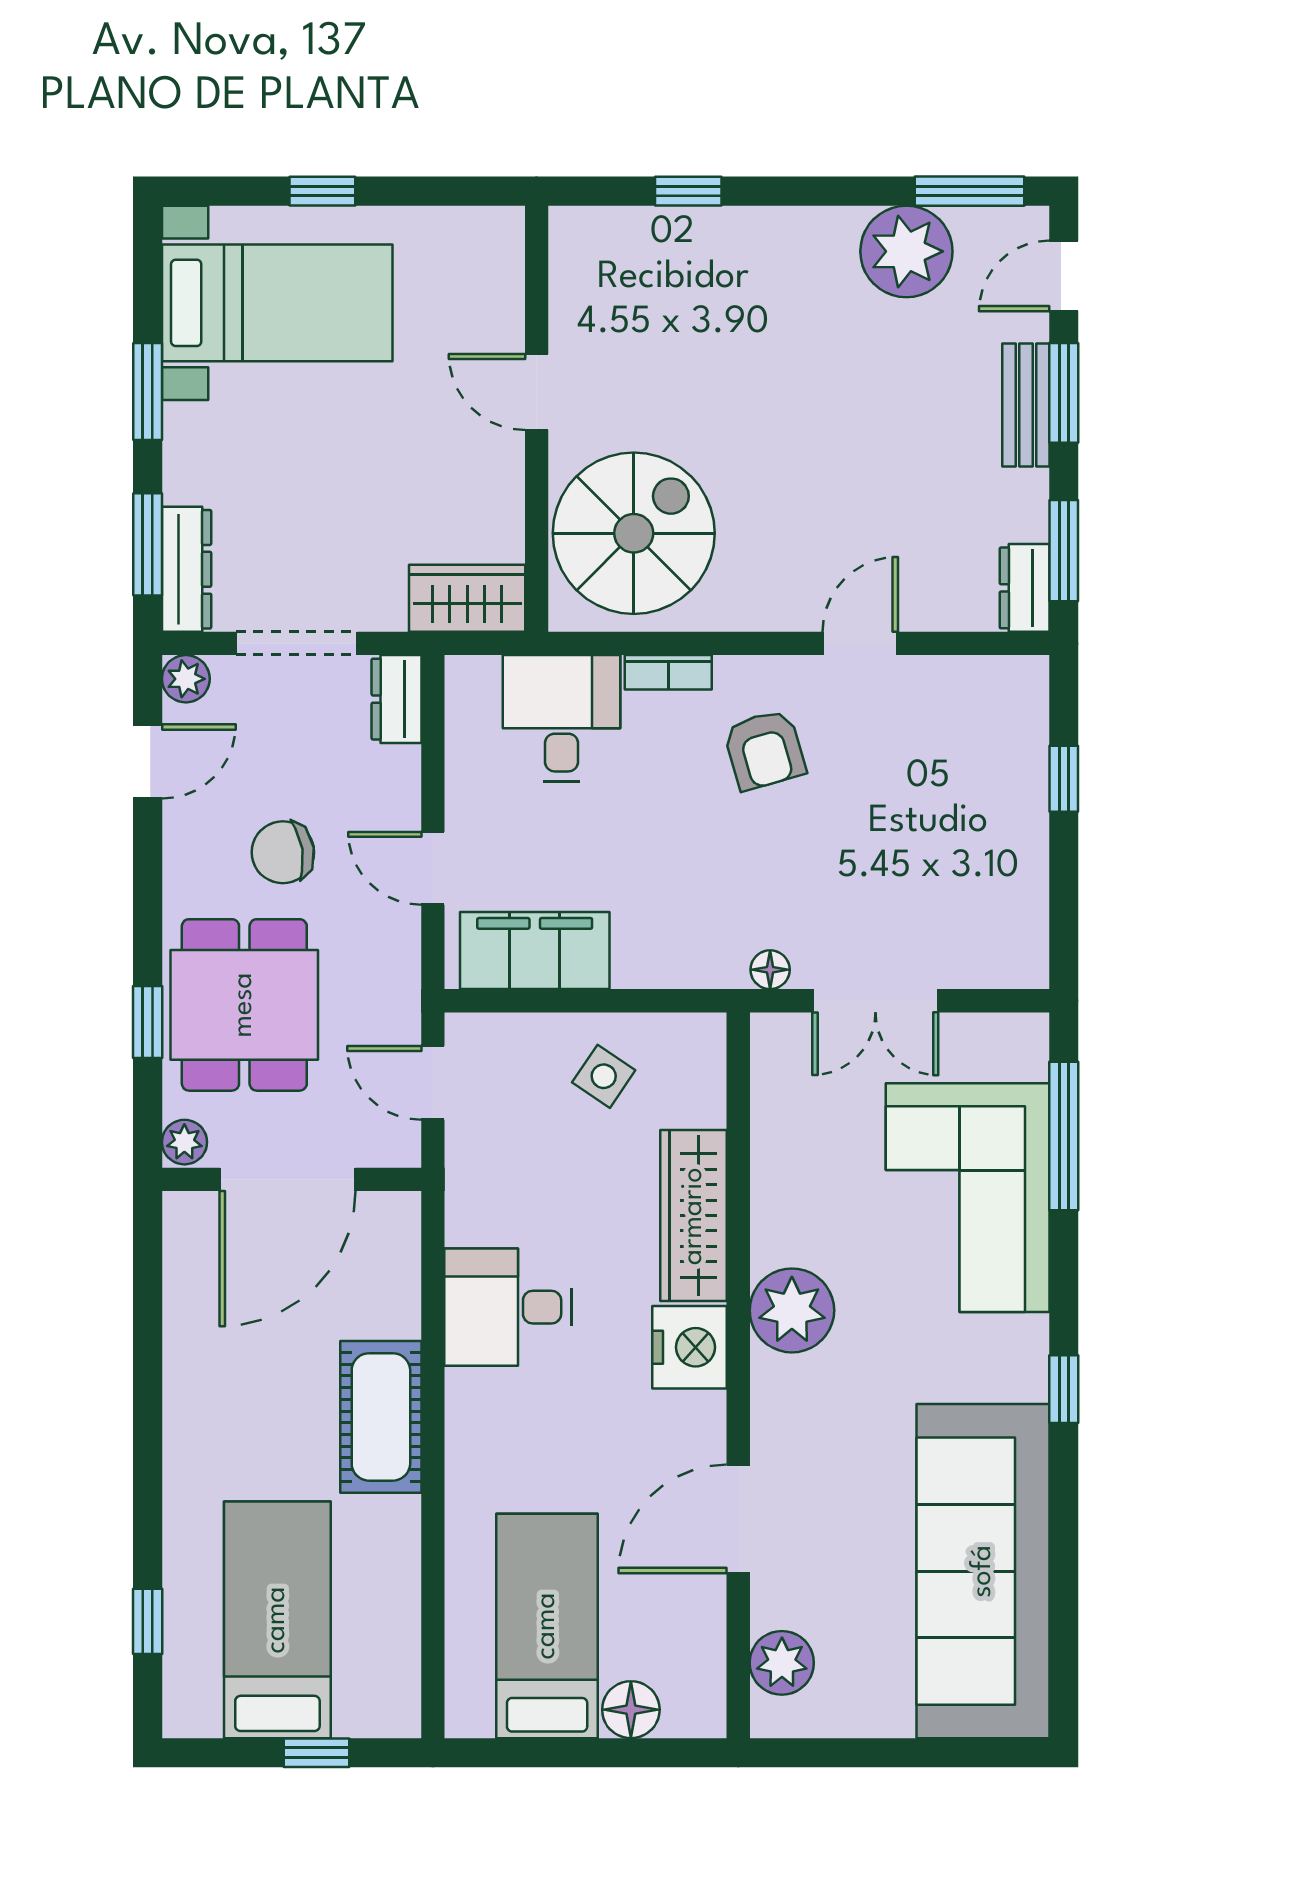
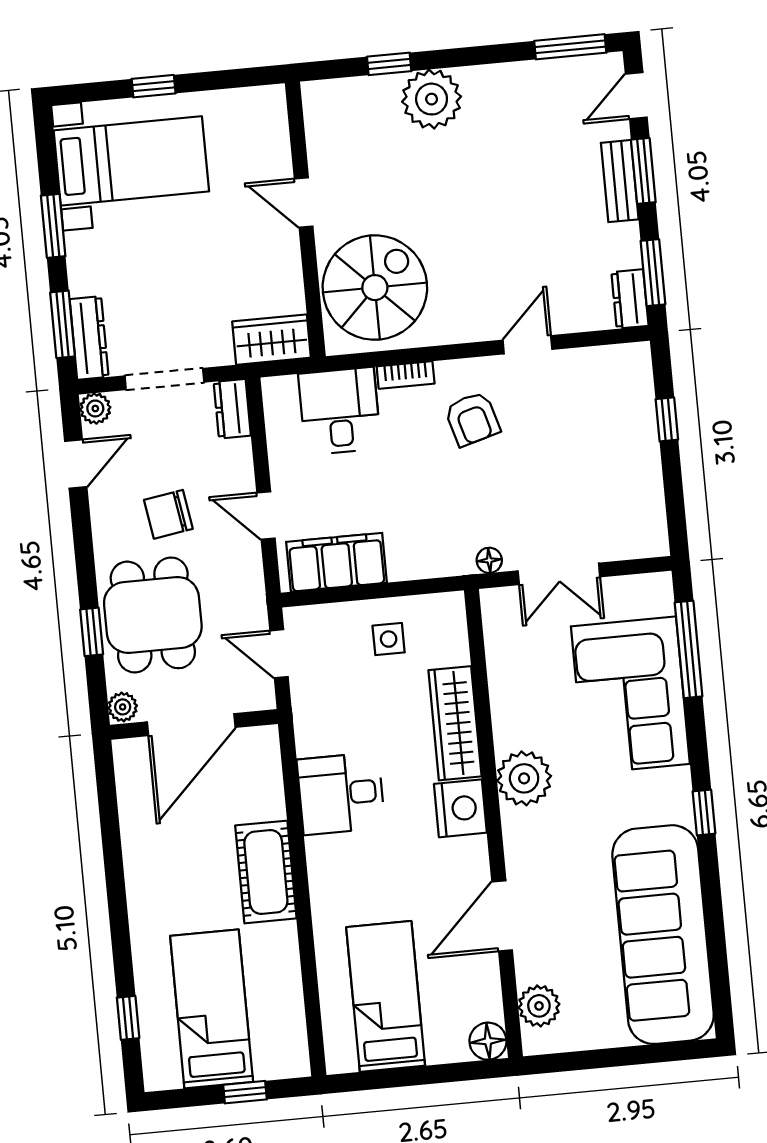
plant: (906, 251) -> (432, 99), moved
side table: (604, 1076) -> (389, 639), turned -34
floor lamp: (631, 1710) -> (488, 1041), moved

